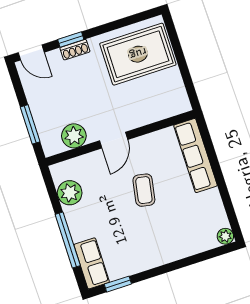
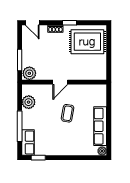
window: (71, 40) -> (69, 23), moved
plant: (74, 136) -> (29, 73), moved
row of seats: (195, 155) -> (100, 126), moved

